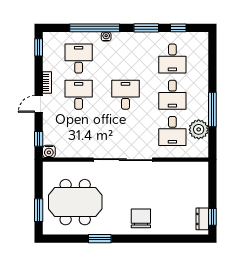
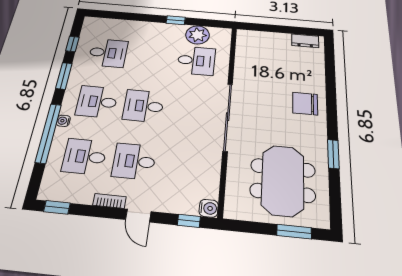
desk: (172, 95) -> (97, 102), moved, turned 180
window: (212, 109) -> (176, 20), width x0.46
window: (212, 217) -> (303, 31), removed

